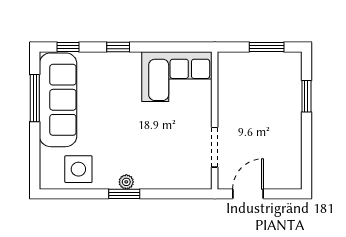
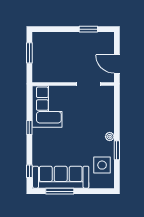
window: (118, 47) -> (29, 128), moved
window: (306, 96) -> (88, 29), moved
window: (124, 194) -> (117, 150), moved

